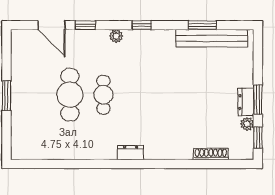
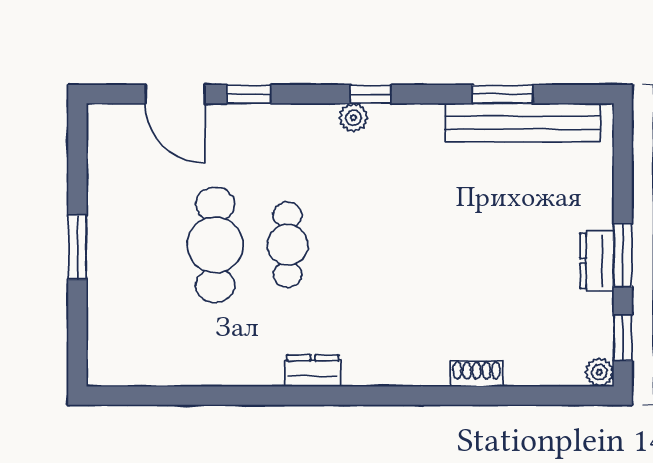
plant: (116, 36) -> (354, 118), moved
plant: (247, 124) -> (599, 372), moved
dresser: (130, 153) -> (313, 371), moved
shoe rack: (211, 154) -> (477, 374), moved, width x0.70

